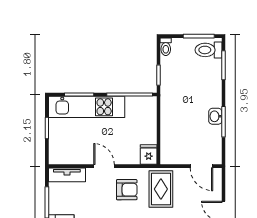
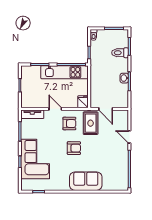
toilet: (209, 50) -> (120, 53), moved
kitchen unit: (87, 107) -> (65, 72), moved
door: (201, 166) -> (106, 109), moved

